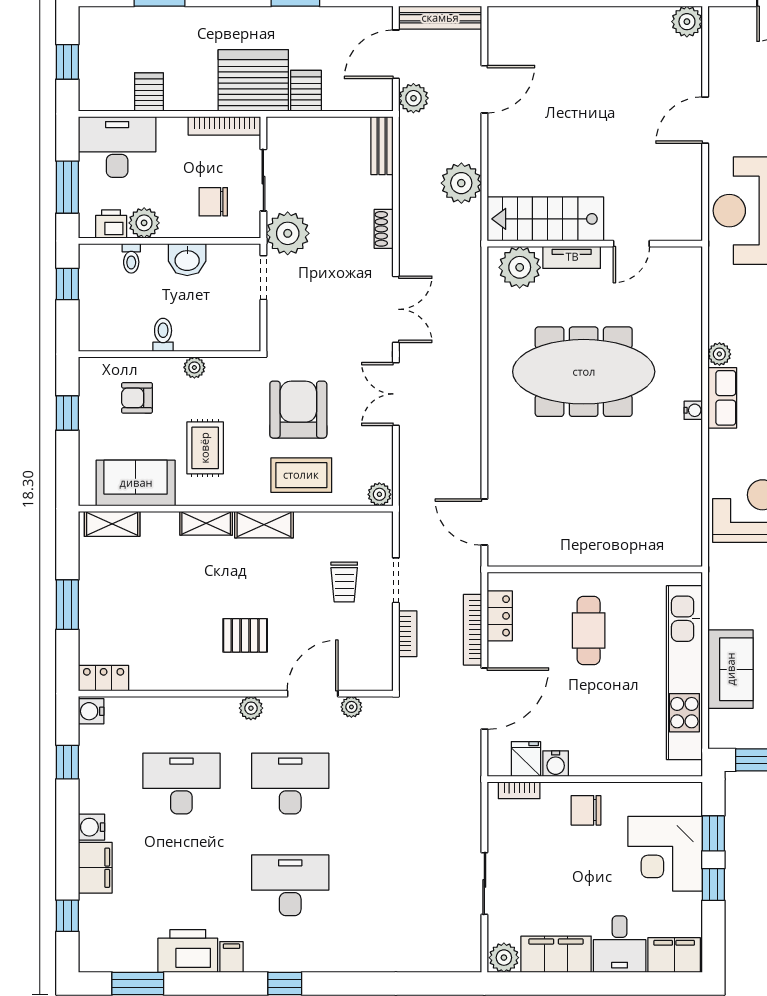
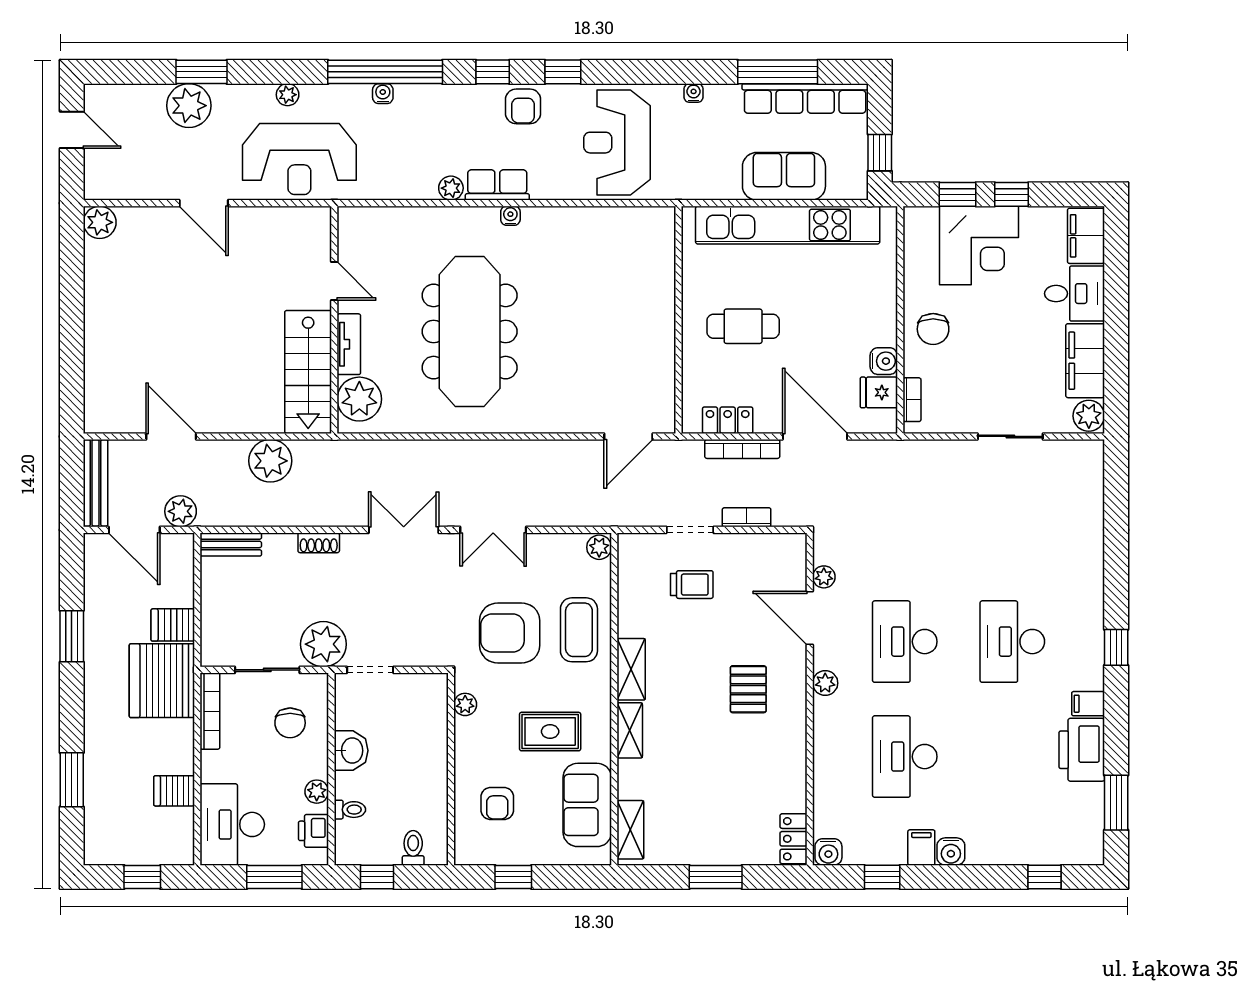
plant: (144, 223) -> (317, 792), width x0.73, depth x0.73
toilet: (163, 335) -> (413, 848), moved, turned 90
plant: (194, 367) -> (465, 704), moved
filing cabinet: (95, 868) -> (921, 847), moved, width x0.50

